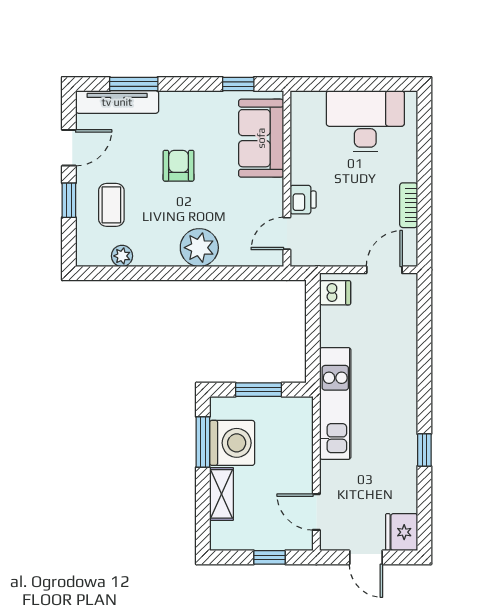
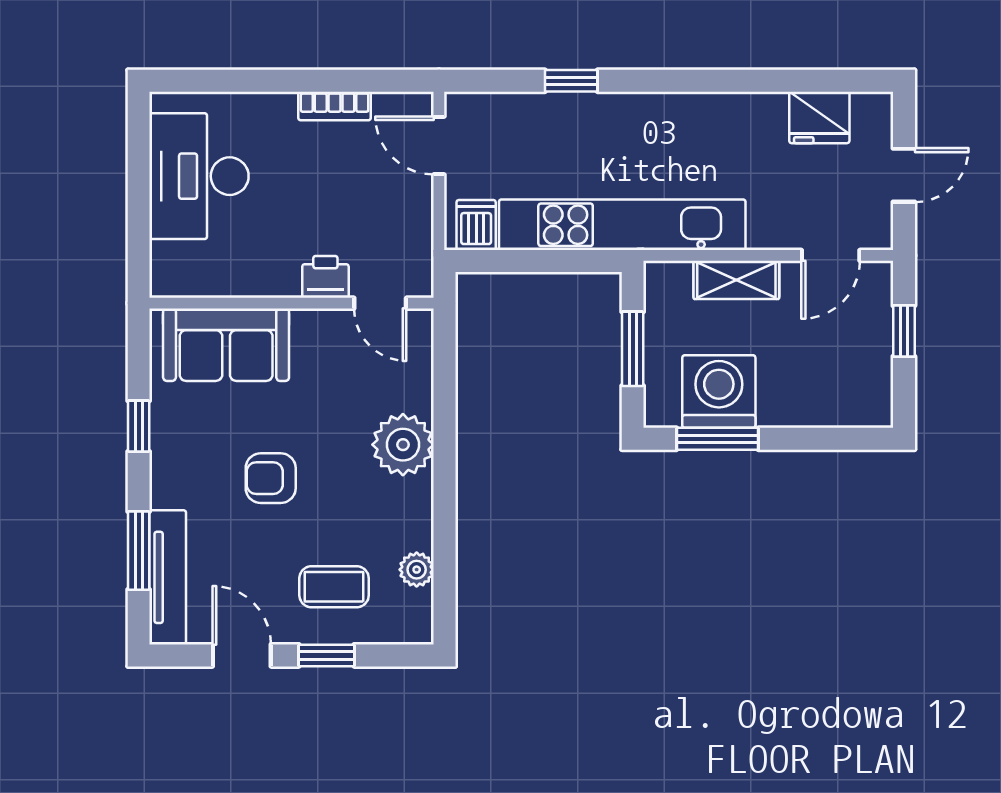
window: (238, 84) -> (139, 426), moved
kitchen unit: (335, 403) -> (622, 225), width x1.36
window: (424, 450) -> (571, 81), moved
shelving: (221, 494) -> (736, 280), moved
fridge: (402, 532) -> (819, 117), moved

